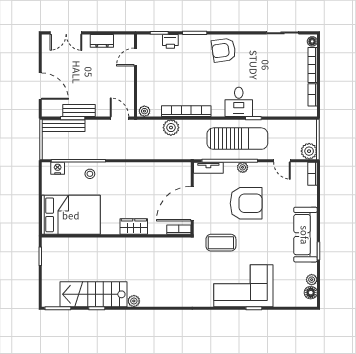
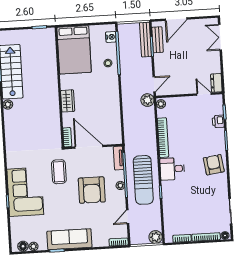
dresser: (102, 41) -> (216, 83), moved
desk: (239, 102) -> (172, 169), moved
bench: (79, 111) -> (158, 40), moved
plant: (171, 128) -> (147, 100), moved
plant: (309, 151) -> (156, 237), moved

